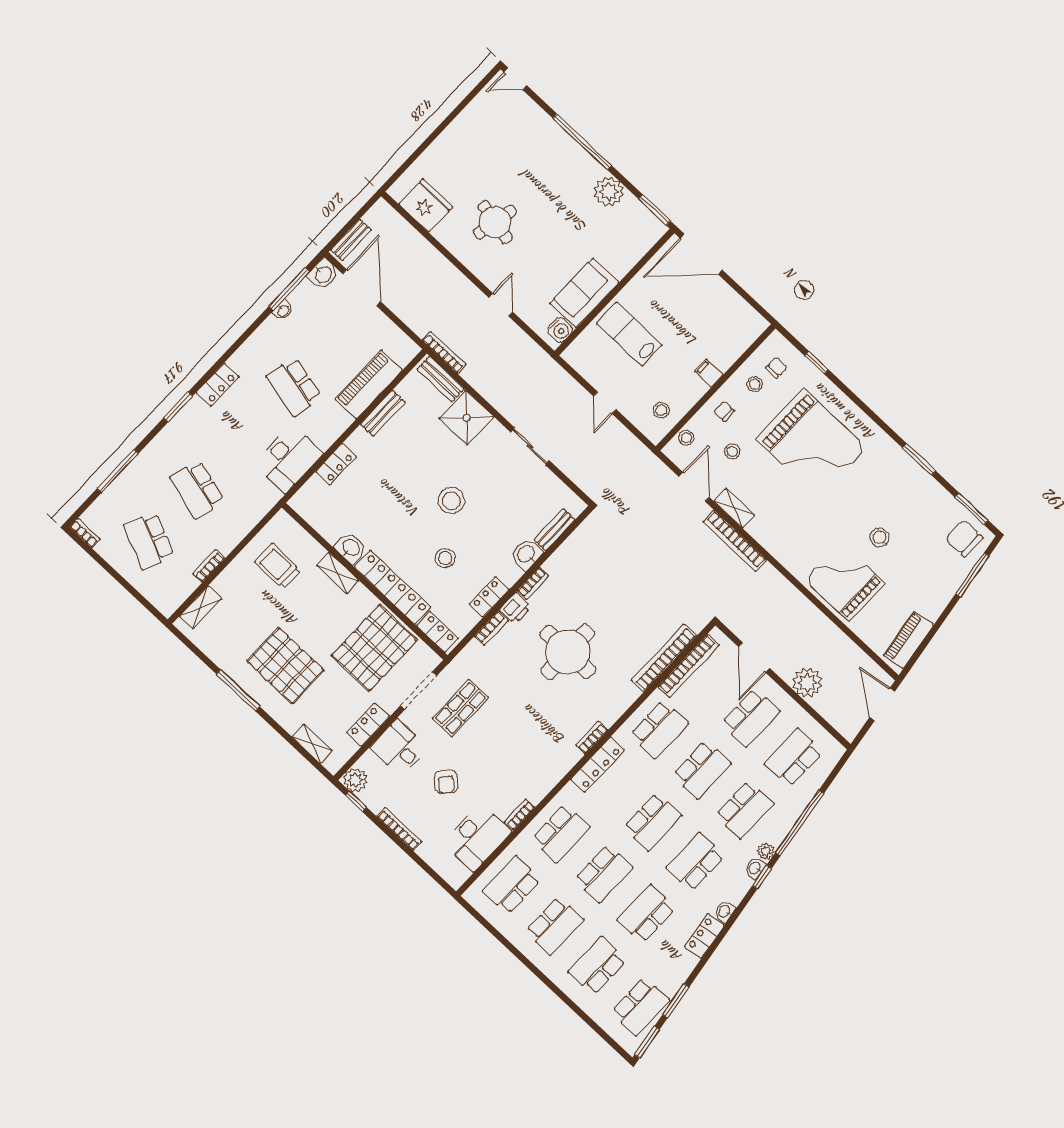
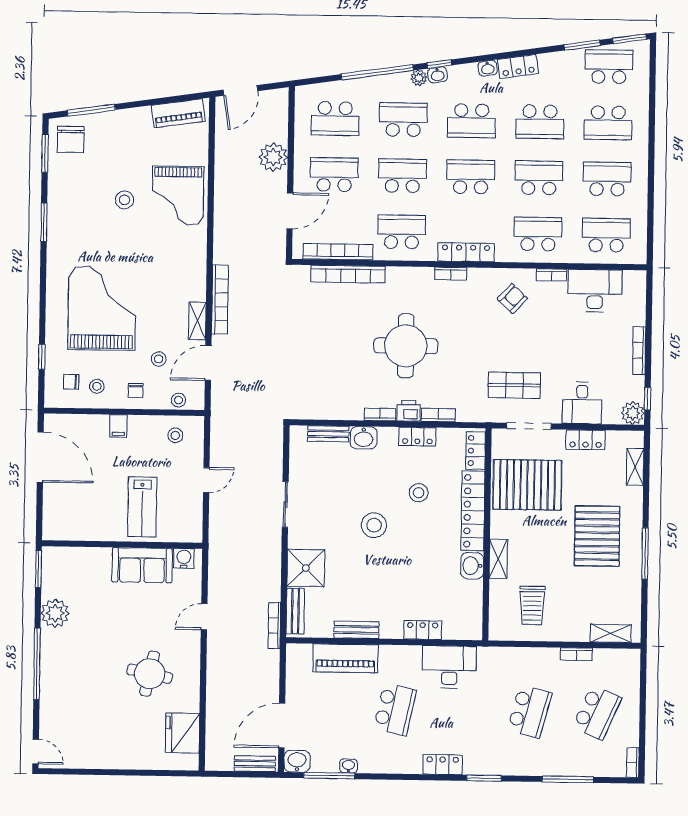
door: (701, 254) -> (40, 457), moved
armchair: (446, 782) -> (512, 299), moved
school desk: (512, 885) -> (606, 235), turned 180

